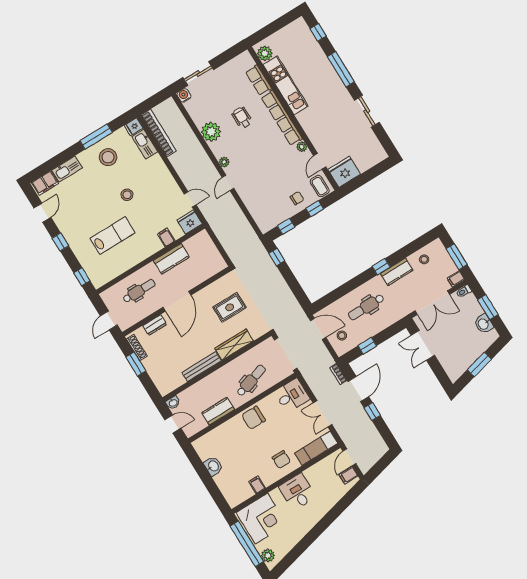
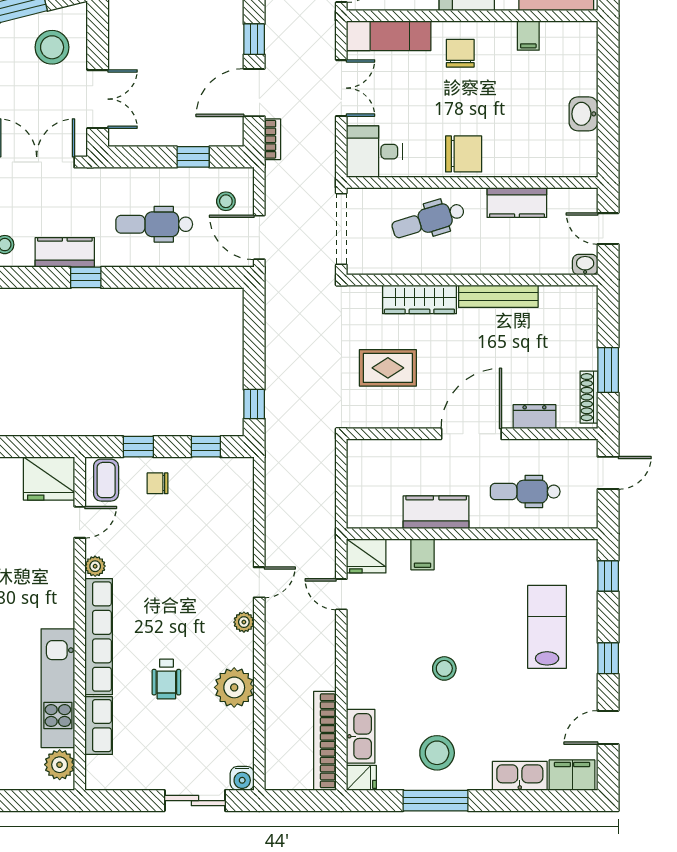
lab bench: (113, 236) -> (547, 627), moved, turned 90
dental chair: (366, 307) -> (154, 224), turned 180
stool: (456, 355) -> (52, 47), added

